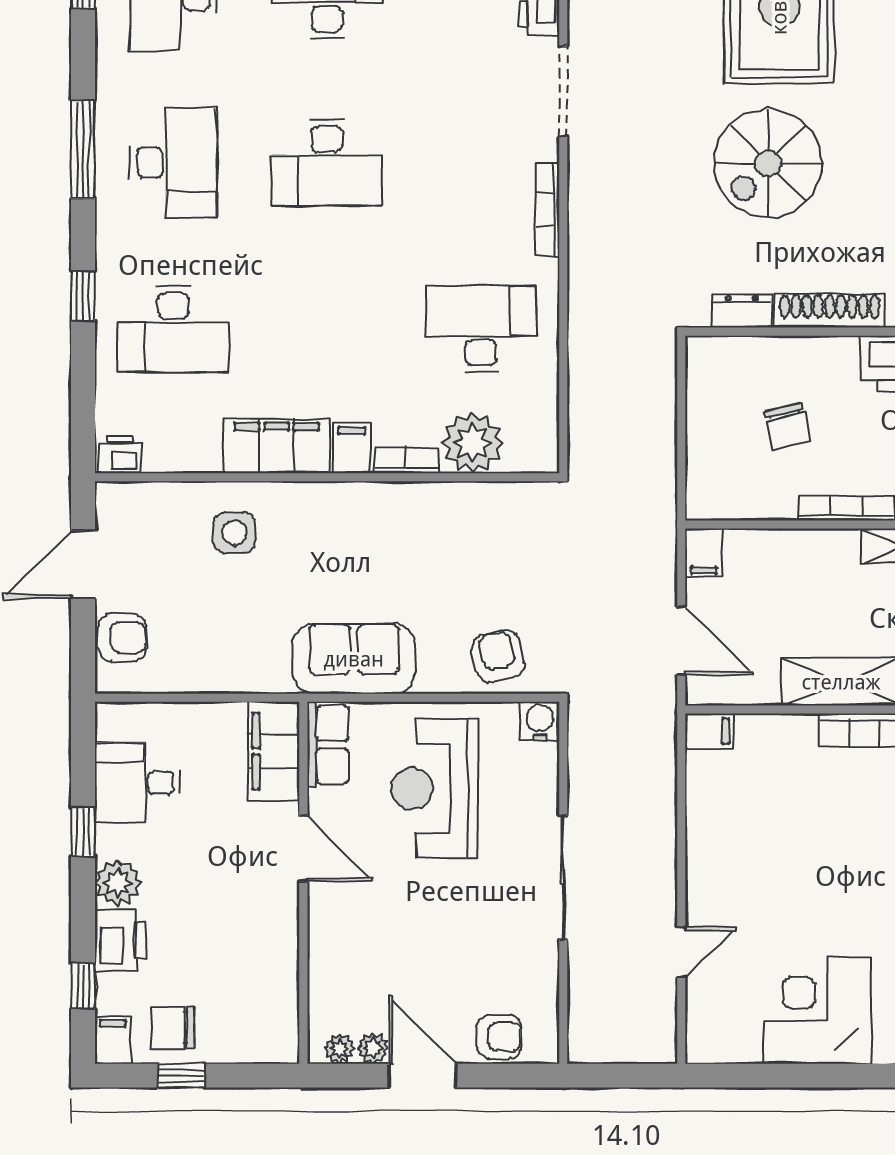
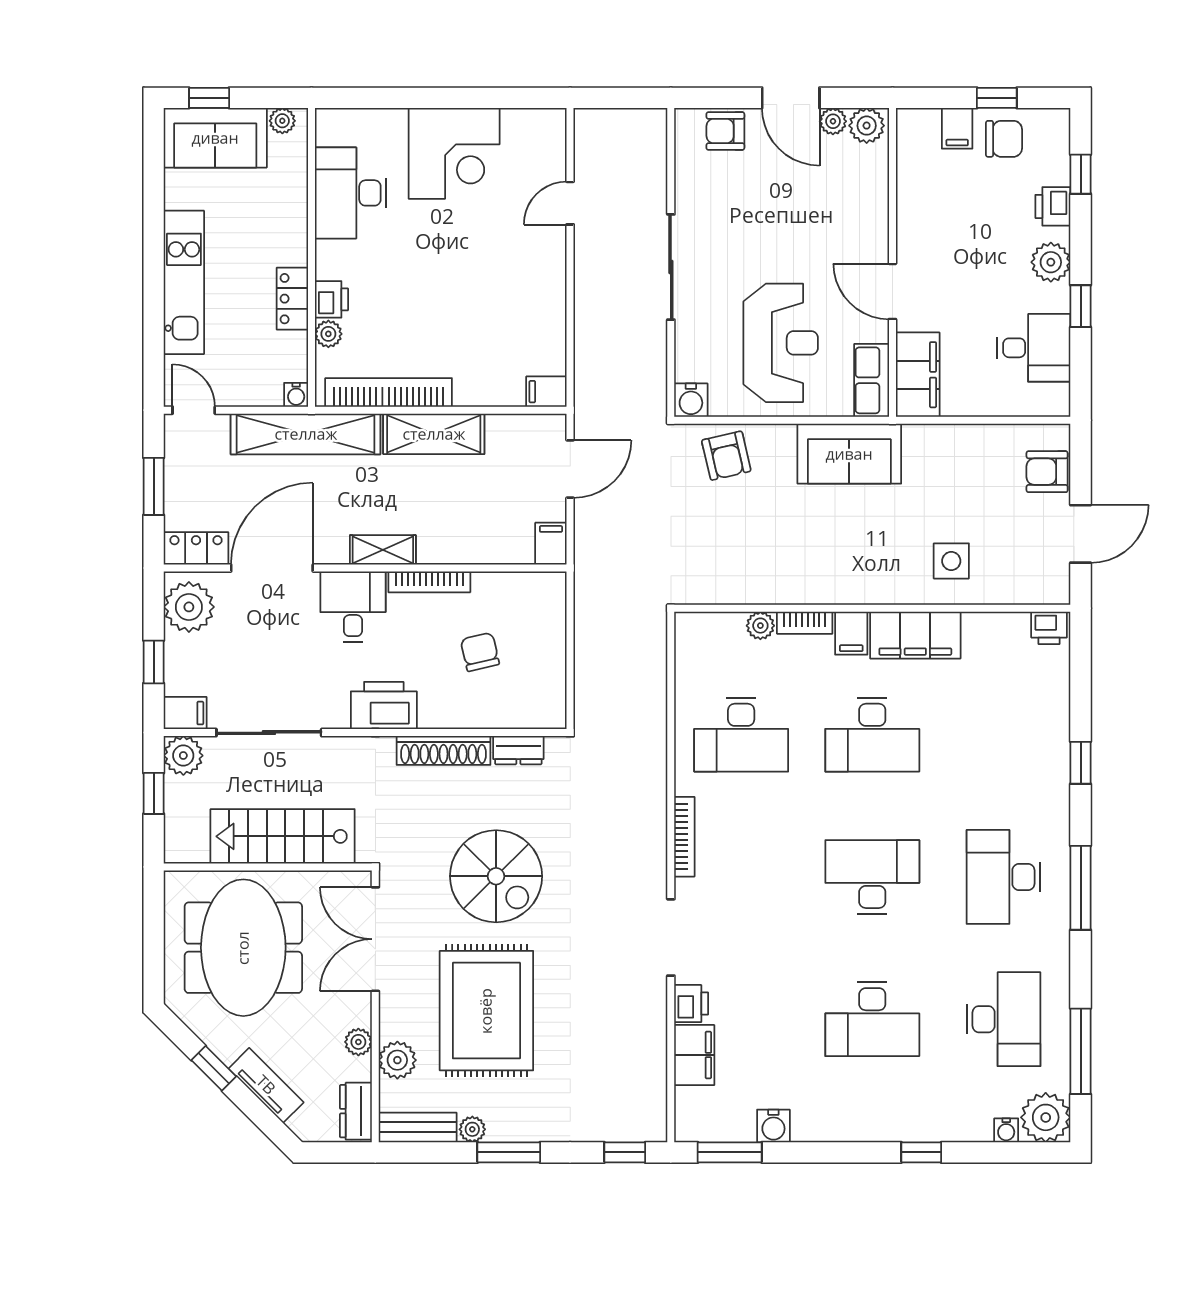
spiral stairs: (768, 163) -> (496, 876), turned 90
desk: (173, 329) -> (872, 735), moved, turned 180
plant: (472, 443) -> (760, 626), width x0.53, depth x0.53
door: (681, 641) -> (570, 469), swing flipped
printer: (120, 940) -> (1053, 206), width x0.73, depth x0.81
filing cabinet: (113, 1040) -> (957, 128), moved
plant: (339, 1049) -> (867, 126), width x1.38, depth x1.38

